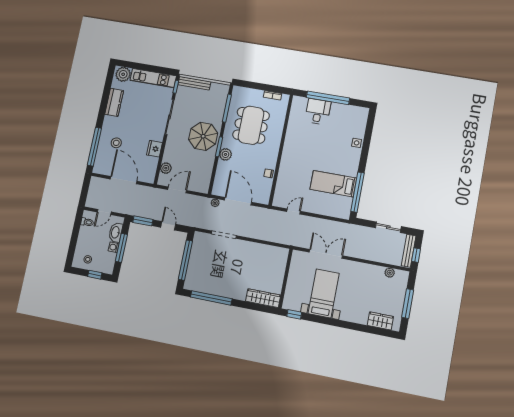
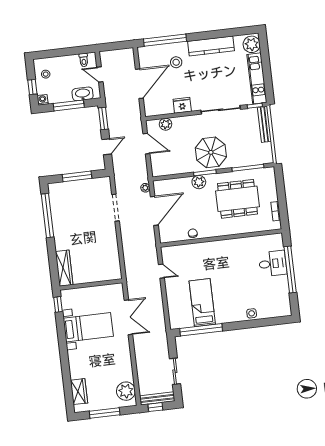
kitchen counter: (114, 102) -> (211, 46), width x1.50
washing machine: (114, 247) -> (43, 100), moved
window: (185, 260) -> (77, 176), width x0.68
plant: (390, 273) -> (126, 391), width x1.87, depth x1.87

